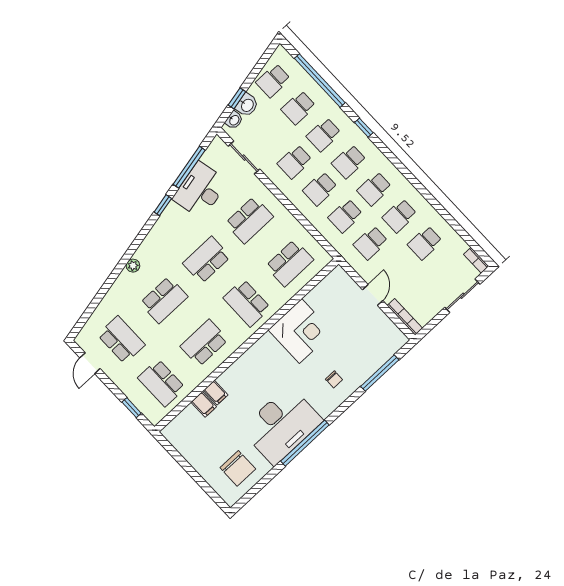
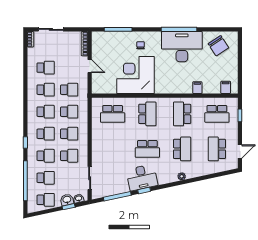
desk: (200, 190) -> (142, 177), moved
school desk: (249, 220) -> (113, 149), removed
school desk: (290, 263) -> (113, 114), turned 180
door: (373, 295) -> (90, 66), swing flipped
school desk: (164, 300) -> (182, 149), turned 90
corner desk: (300, 331) -> (136, 75), width x1.36, depth x1.36
school desk: (204, 343) -> (182, 114), turned 90
school desk: (162, 383) -> (217, 114), turned 90
filing cabinet: (204, 404) -> (226, 87), moved
chair: (238, 468) -> (218, 46), turned 147

